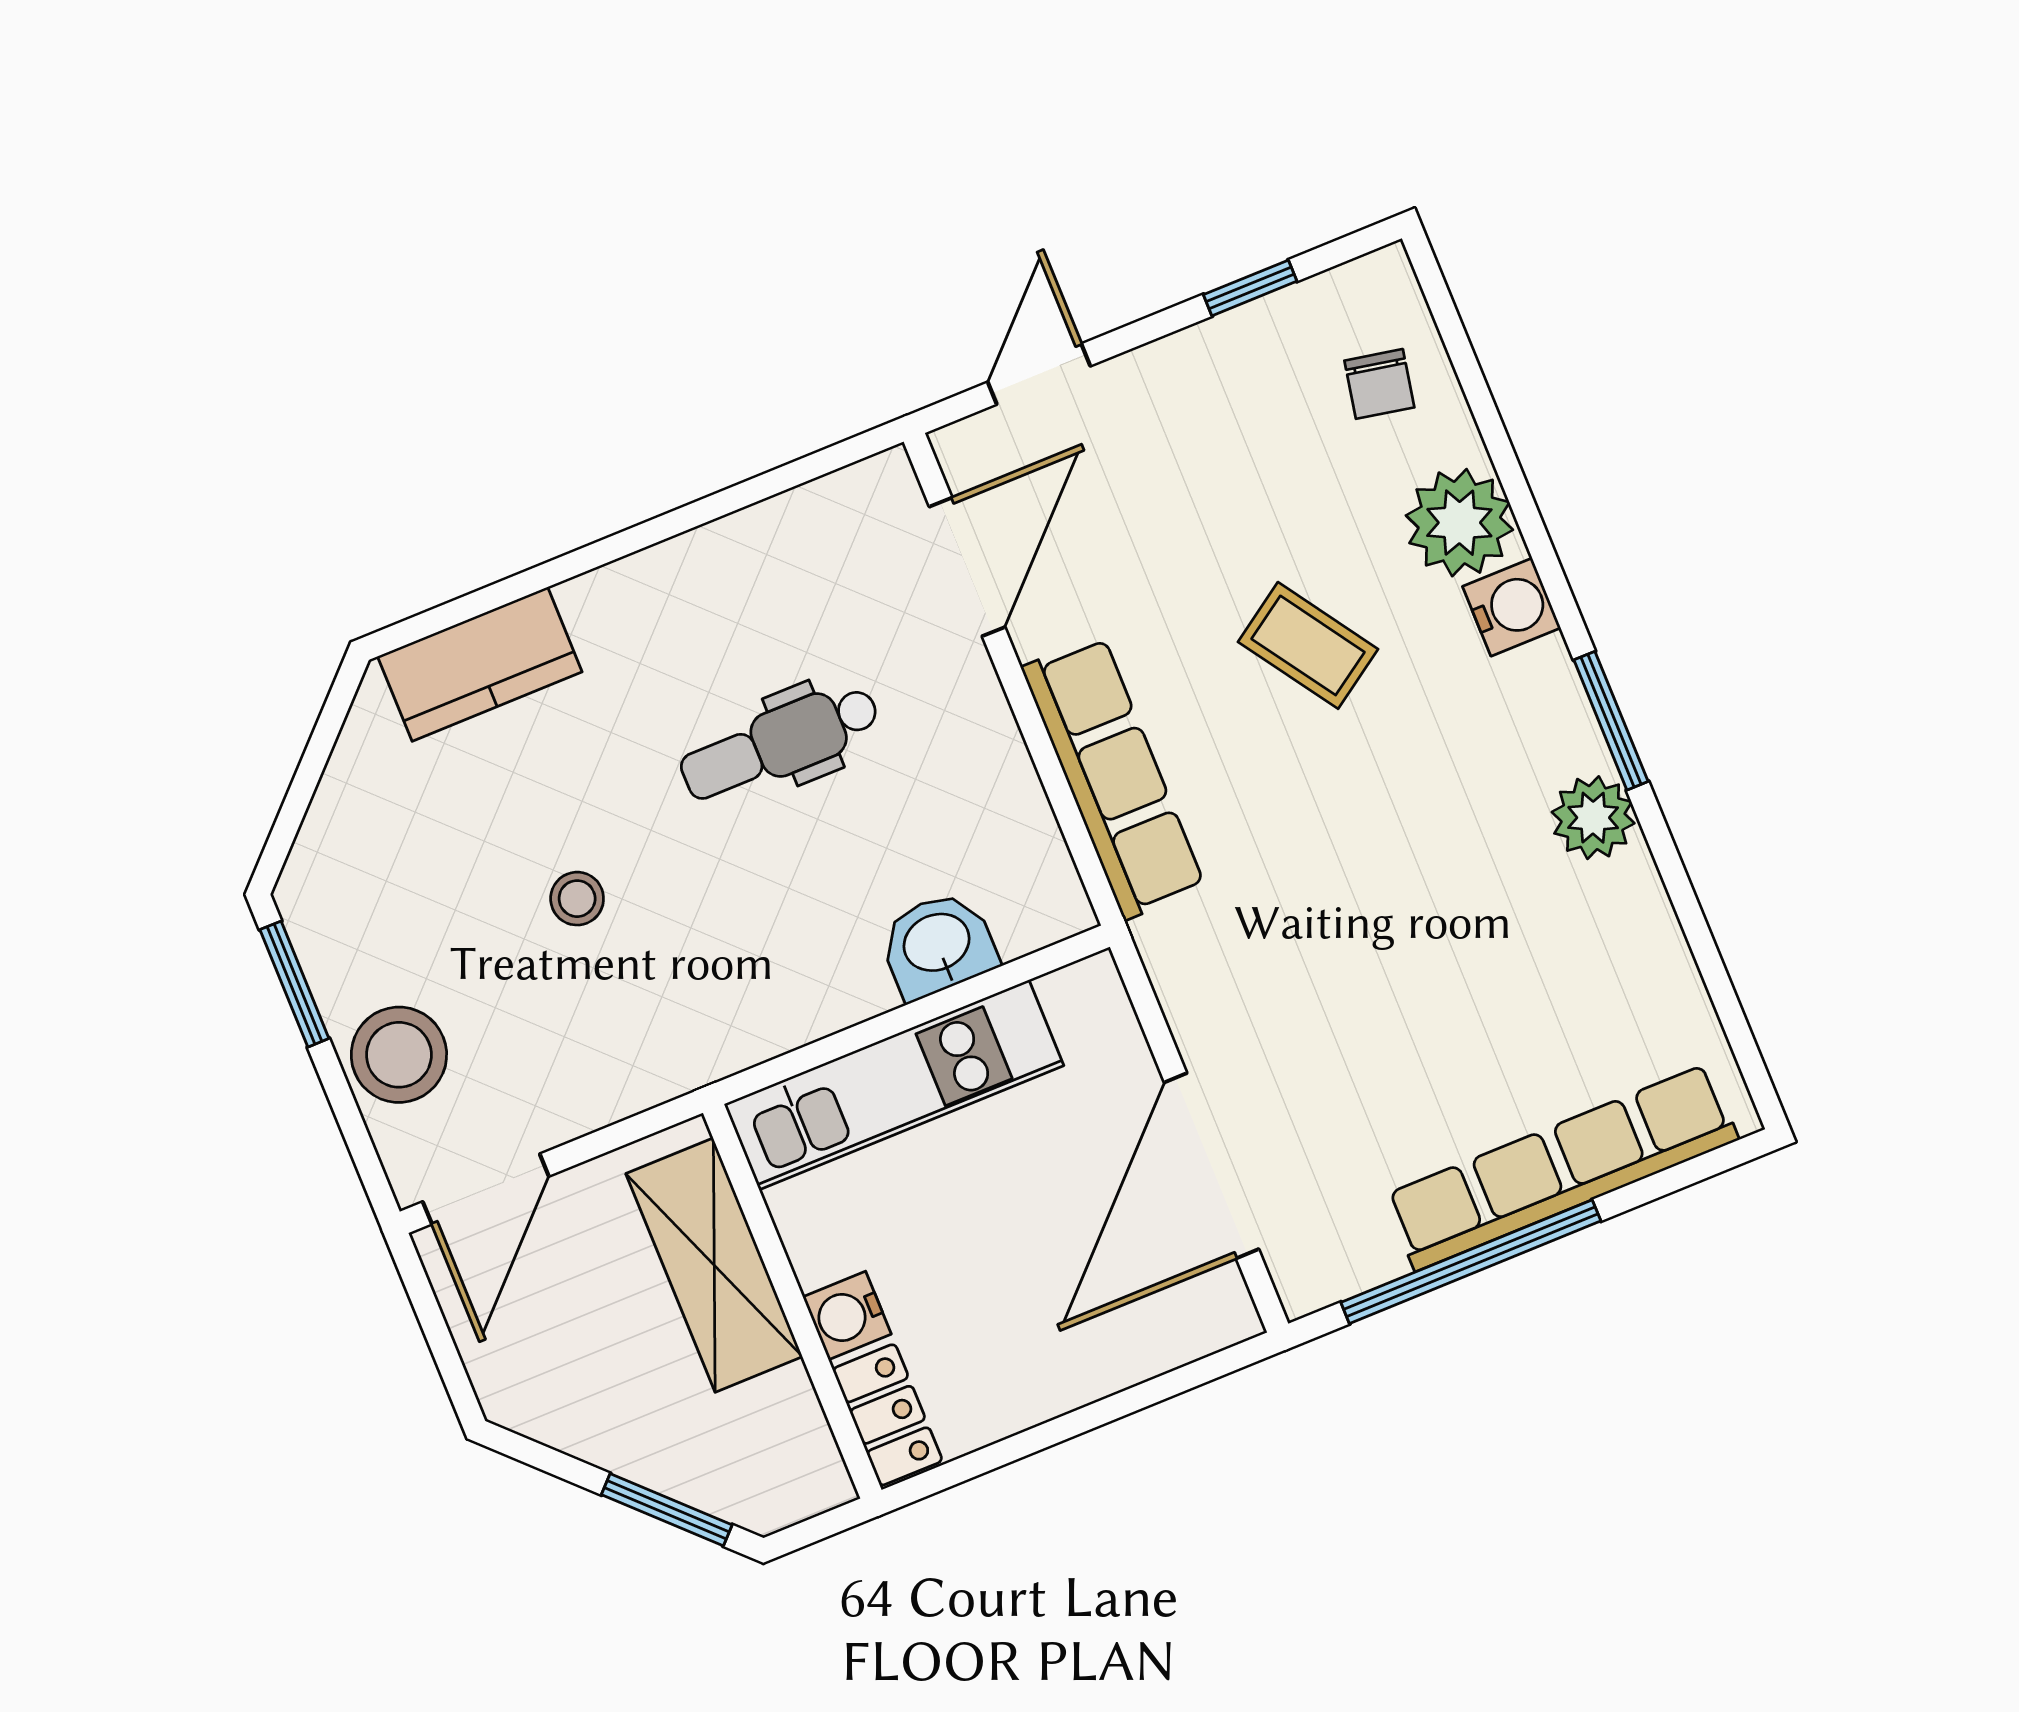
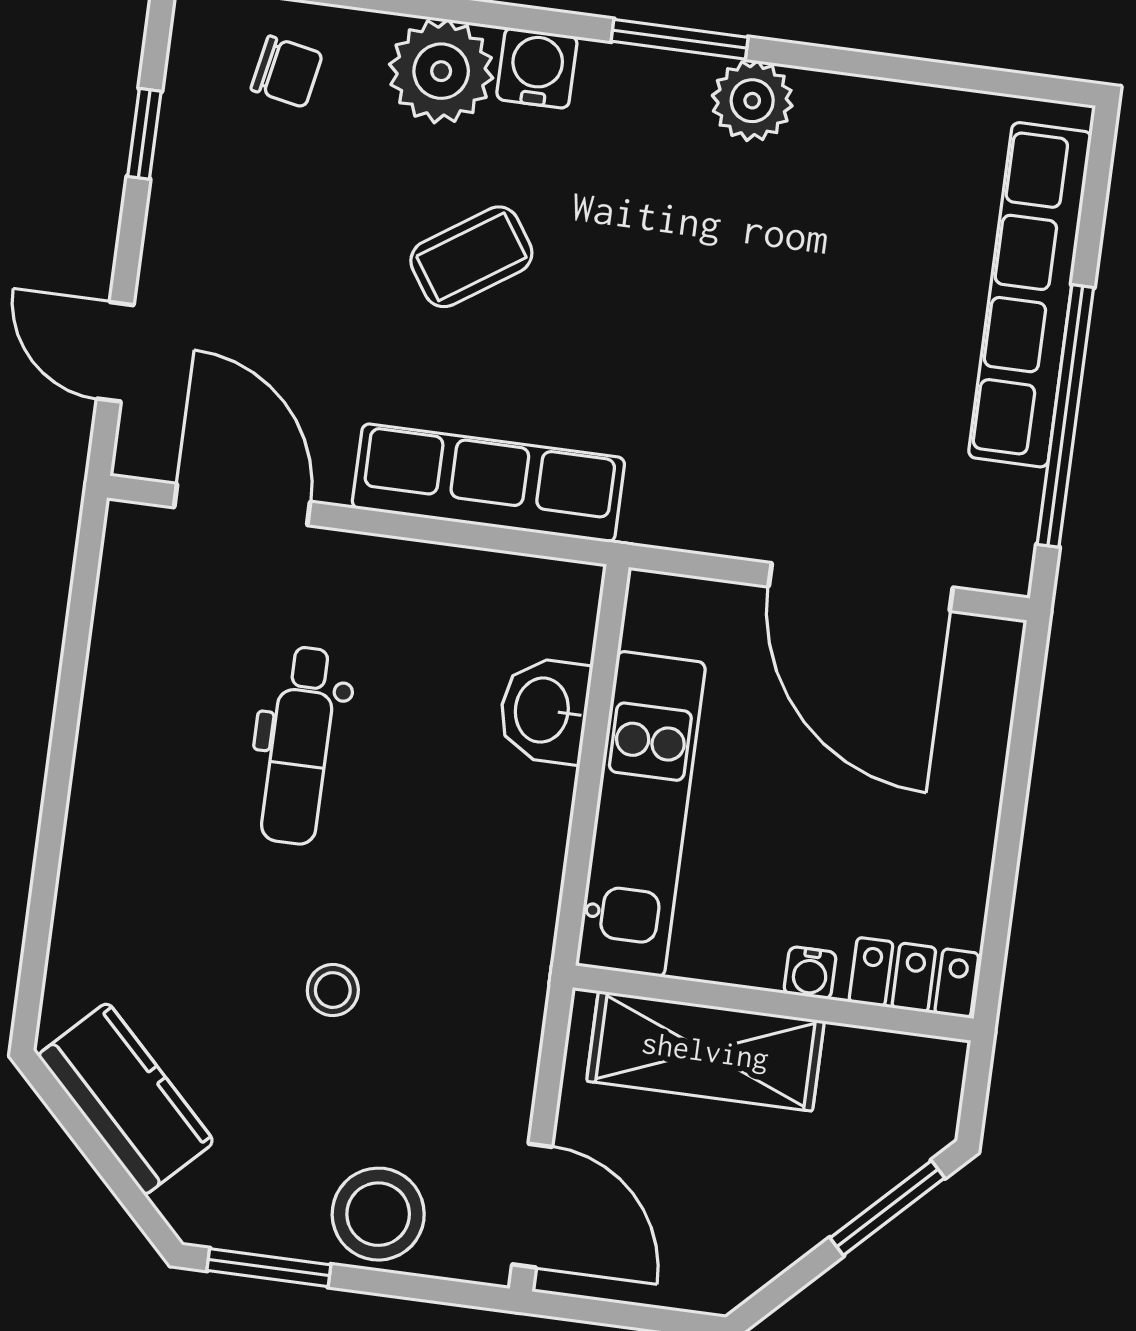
kitchen counter: (480, 664) -> (126, 1099), moved, turned -45
water cooler: (847, 1315) -> (810, 973), width x0.72, depth x0.72

